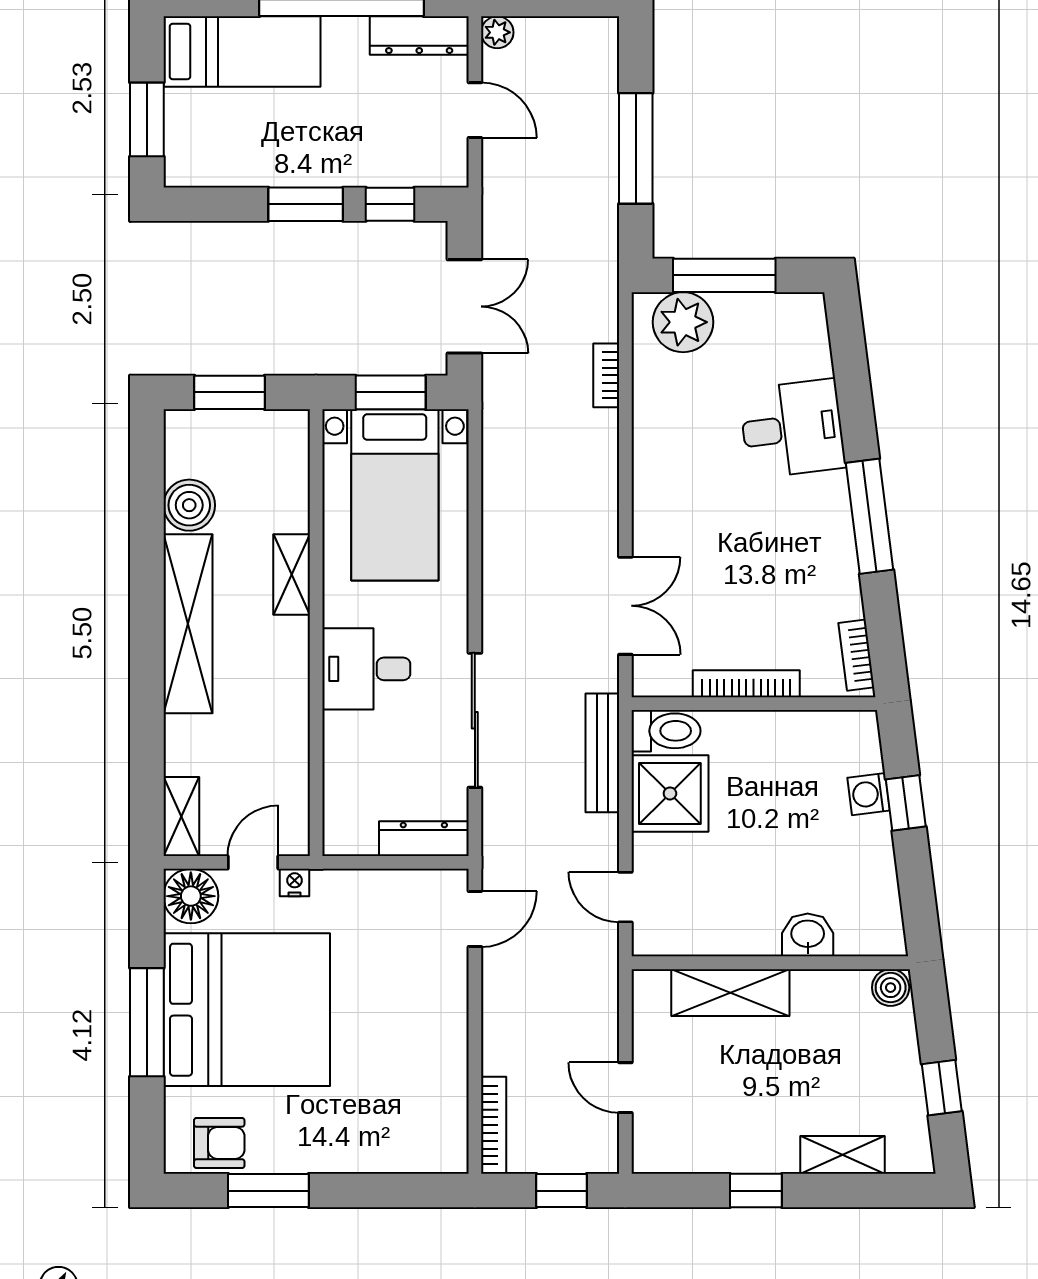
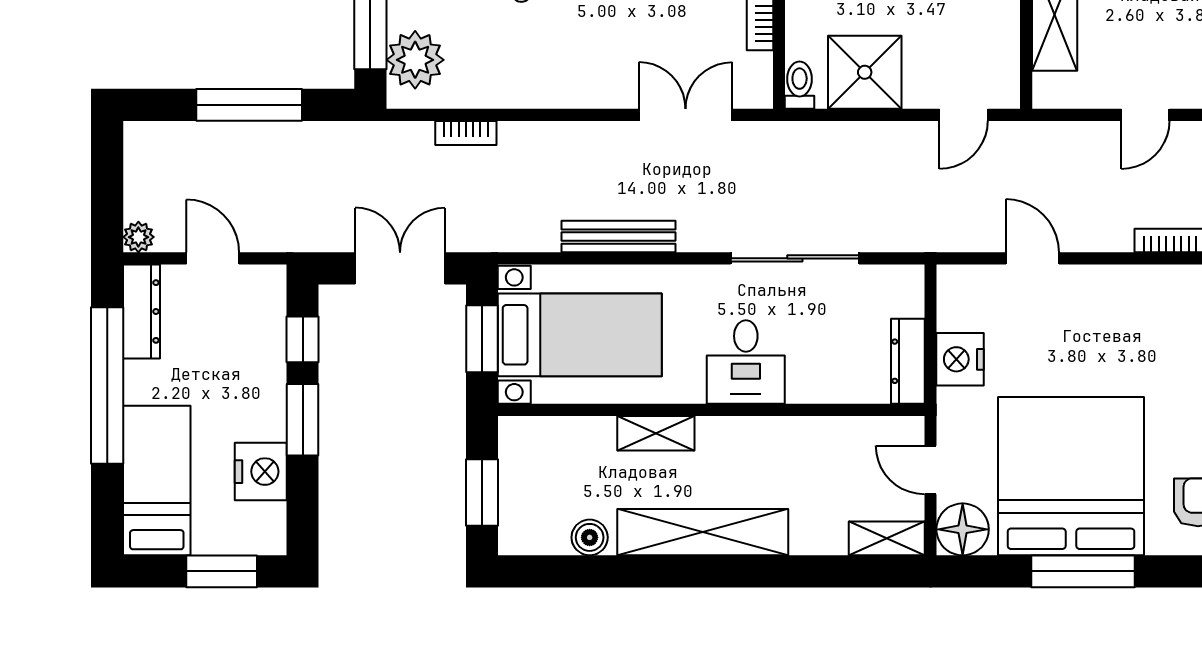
door: (475, 110) -> (213, 258), hinge flipped
nightstand: (251, 160) -> (261, 472), added
boiler: (189, 505) -> (590, 537), width x0.73, depth x0.73
toilet: (666, 731) -> (800, 85), width x0.73, depth x0.72
bench: (602, 753) -> (618, 237), moved
dresser: (424, 839) -> (908, 361), moved
nightstand: (295, 883) -> (960, 359), moved, width x1.89, depth x1.79
door: (475, 919) -> (1032, 258), moved

